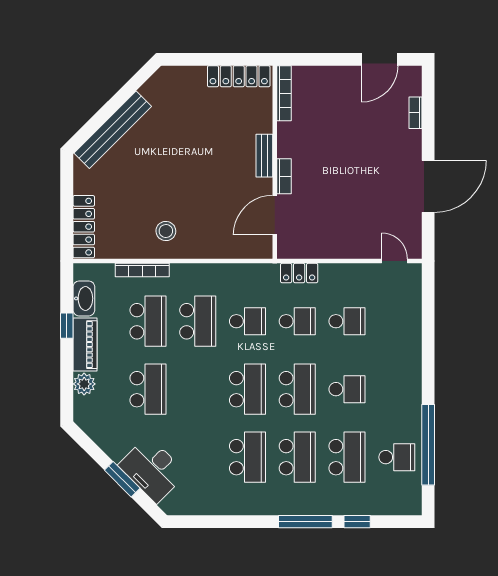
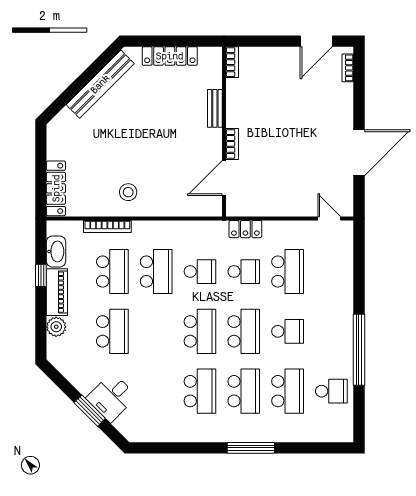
locker: (239, 76) -> (170, 56), moved
bookcase: (284, 93) -> (232, 62), width x0.64
bookcase: (416, 113) -> (348, 68), moved
bench: (113, 130) -> (100, 84), moved
bench: (264, 156) -> (215, 108), moved
school desk: (347, 321) -> (288, 272), width x1.85
window: (428, 445) -> (359, 350), moved
desk: (152, 469) -> (112, 397), width x0.73
window: (357, 522) -> (296, 448), removed

